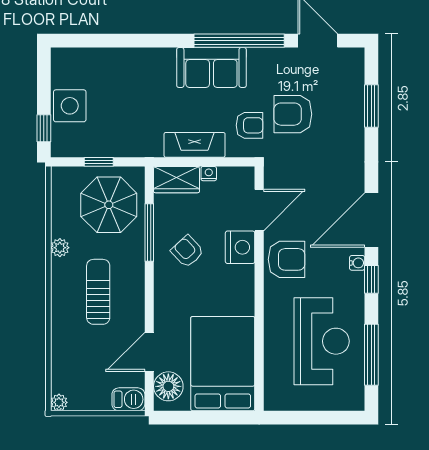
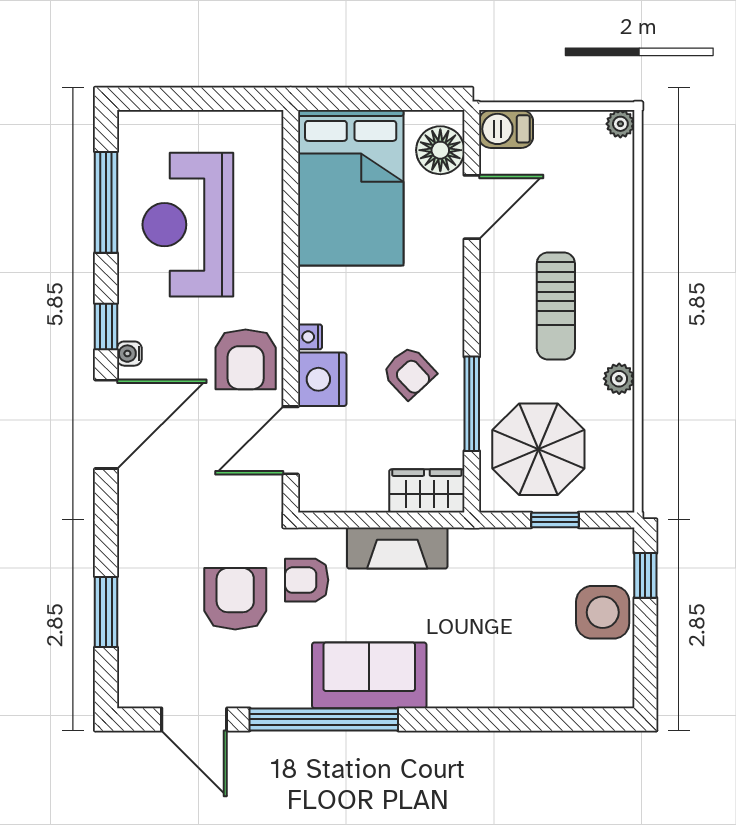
armchair: (293, 114) -> (235, 599), turned -90
nightstand: (209, 174) -> (310, 337), moved, turned 90
armchair: (287, 259) -> (246, 359), turned -90

